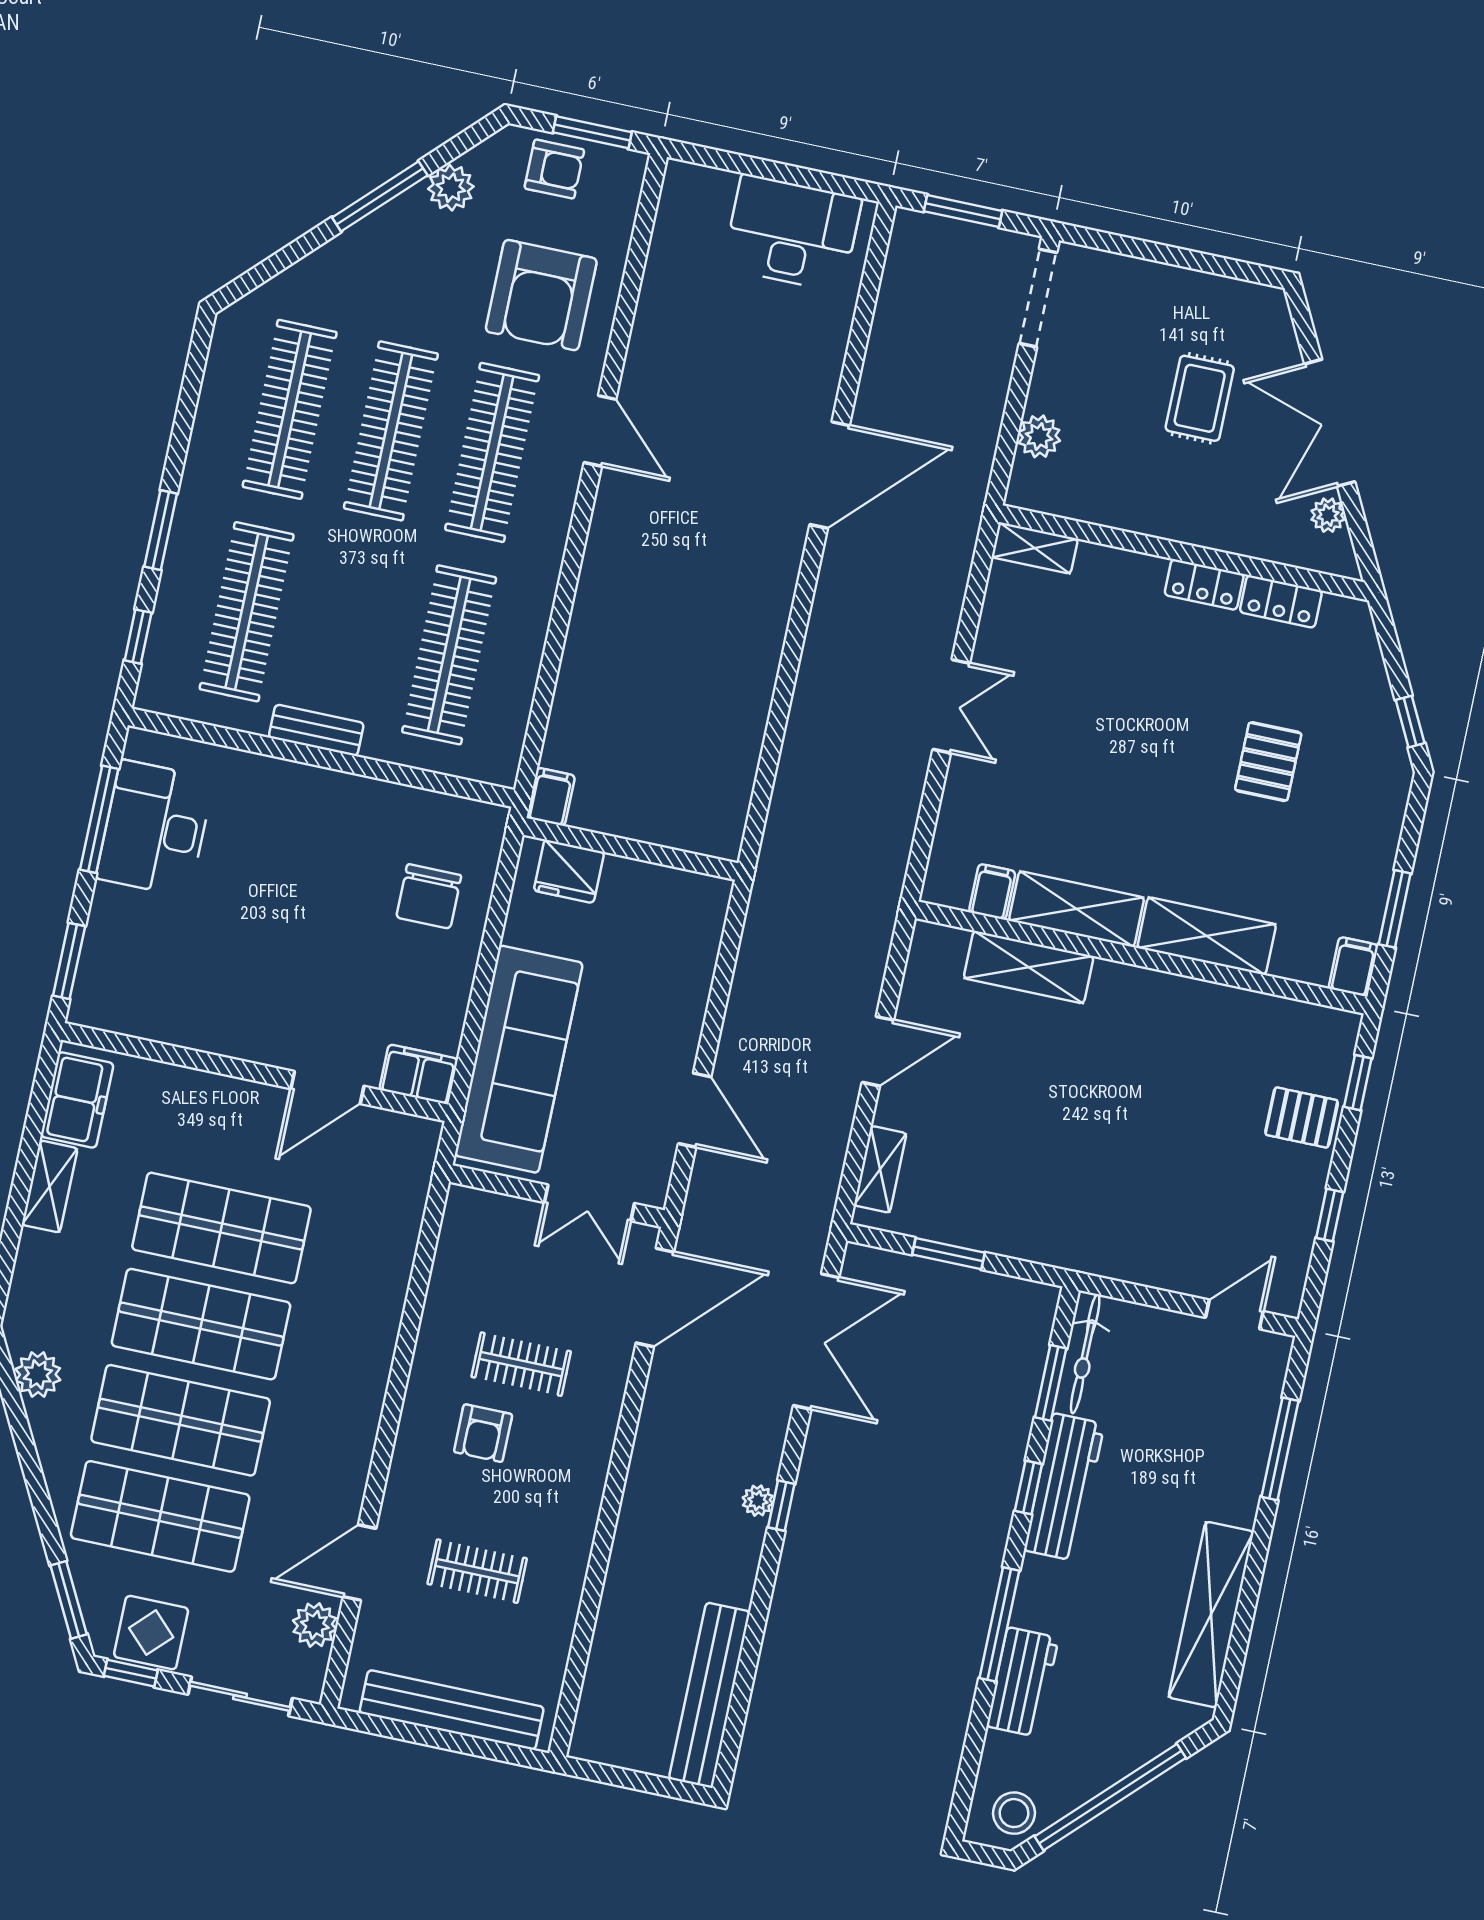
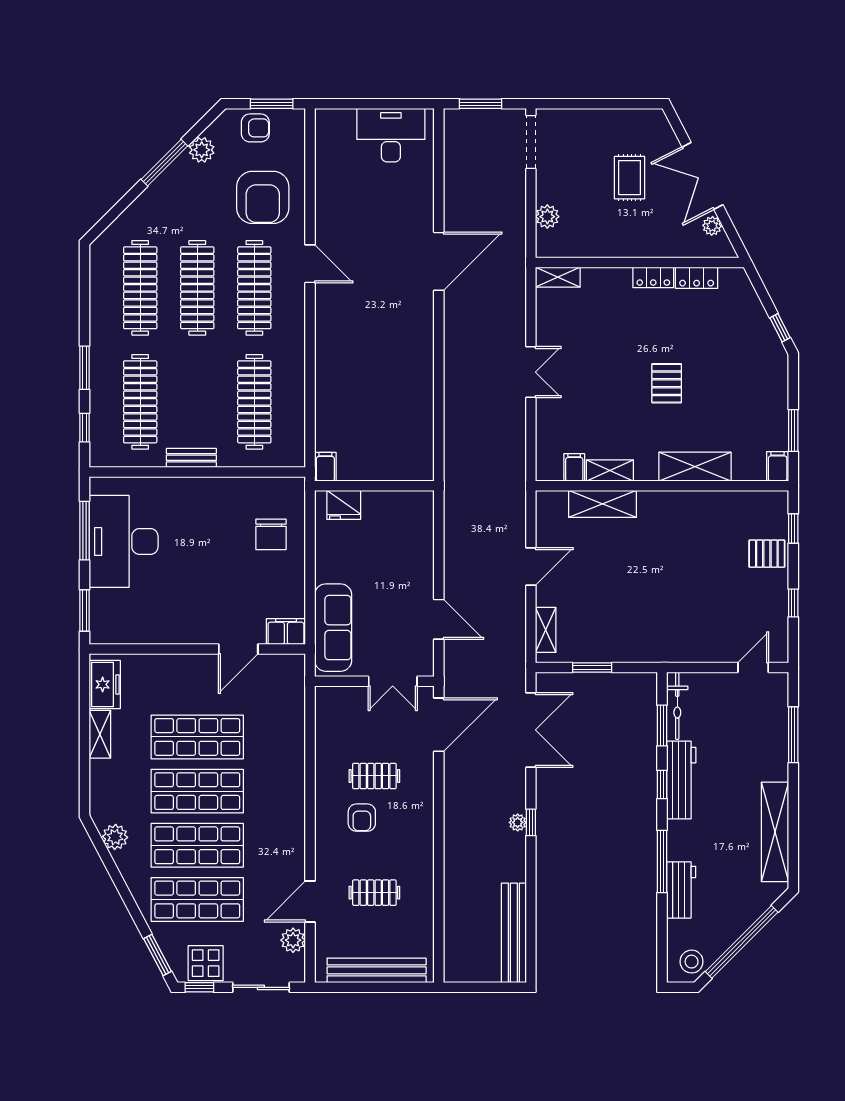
pallet: (1268, 762) -> (667, 383), moved
desk: (155, 828) -> (124, 541), width x1.36, depth x1.30
shelving: (1077, 909) -> (610, 471), width x0.67, depth x0.75
sofa: (519, 1059) -> (333, 628), width x0.74, depth x0.79

